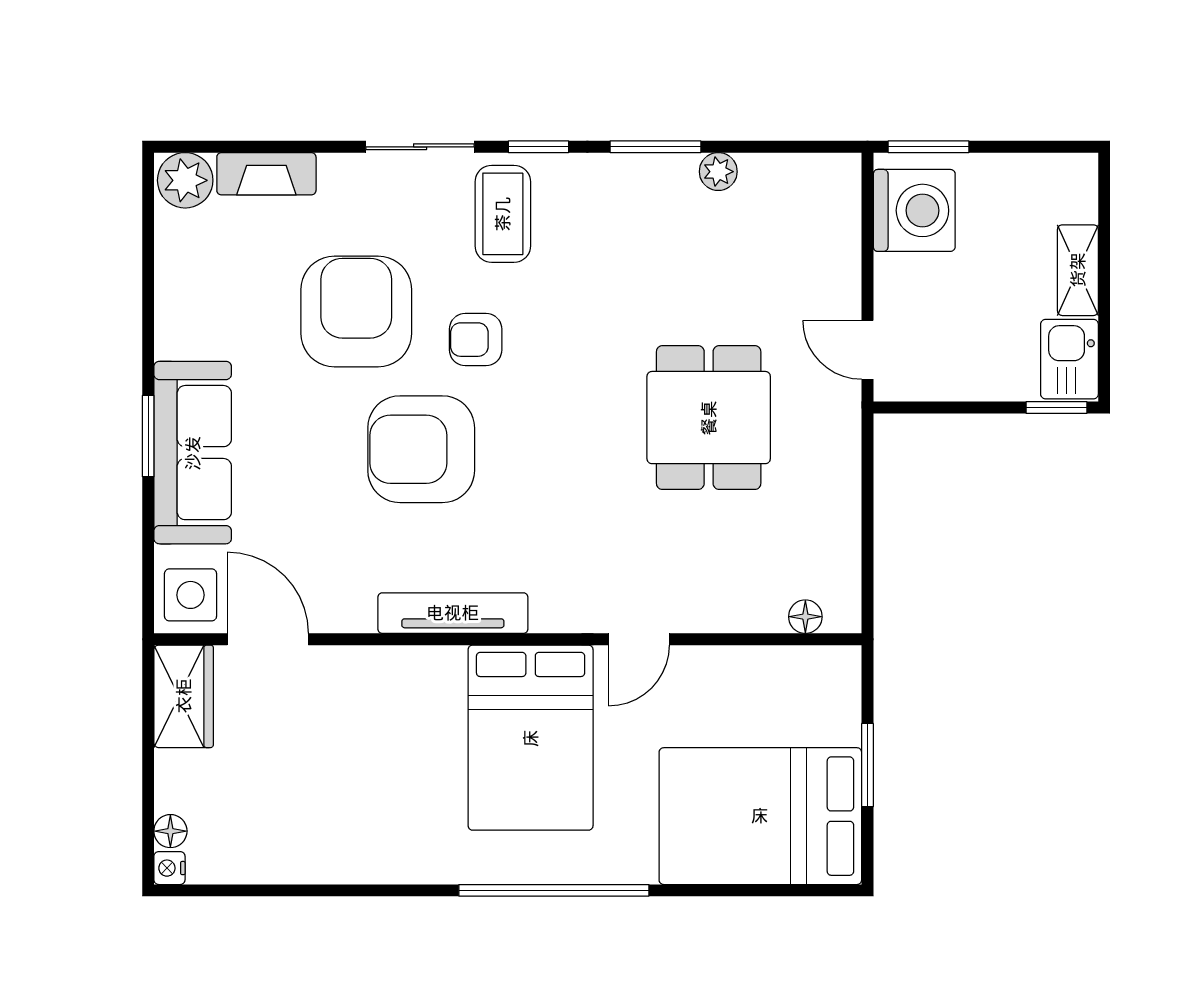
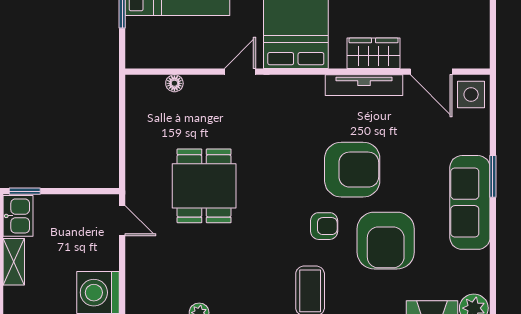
sofa: (193, 453) -> (470, 202), moved
tv unit: (453, 613) -> (364, 85), moved
floor lamp: (805, 617) -> (174, 83), moved
wardrobe: (184, 696) -> (374, 53), moved, turned 90

